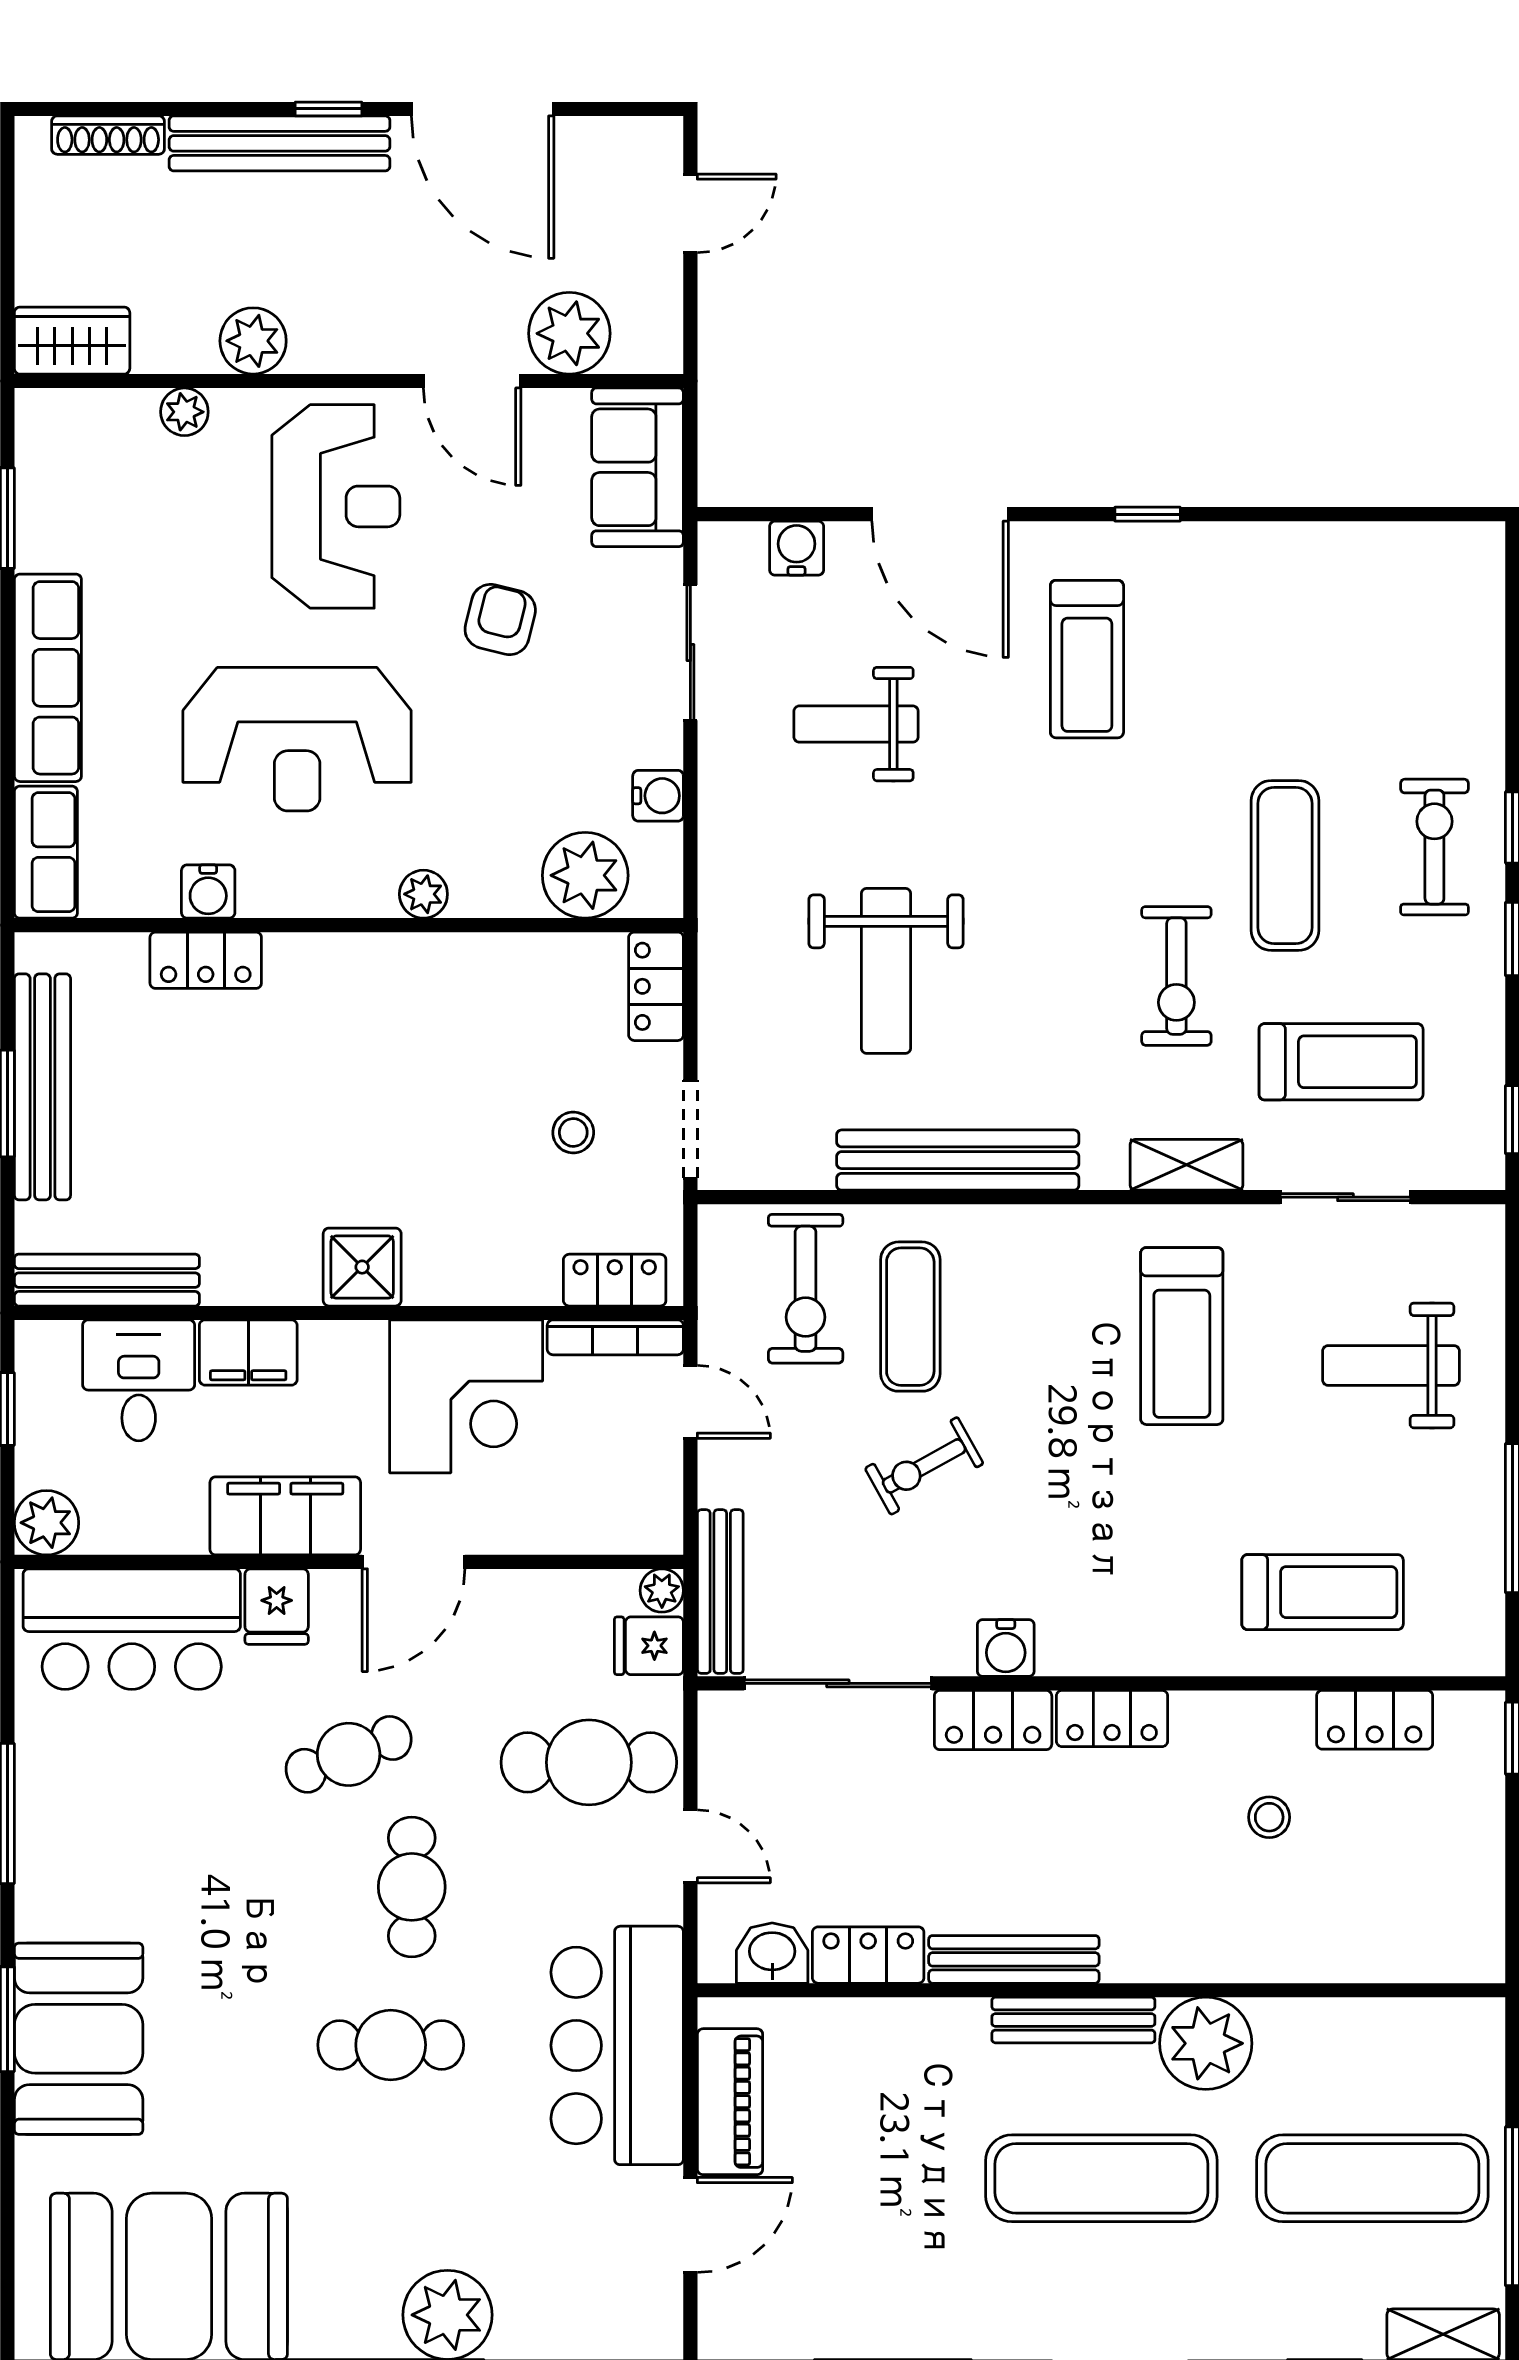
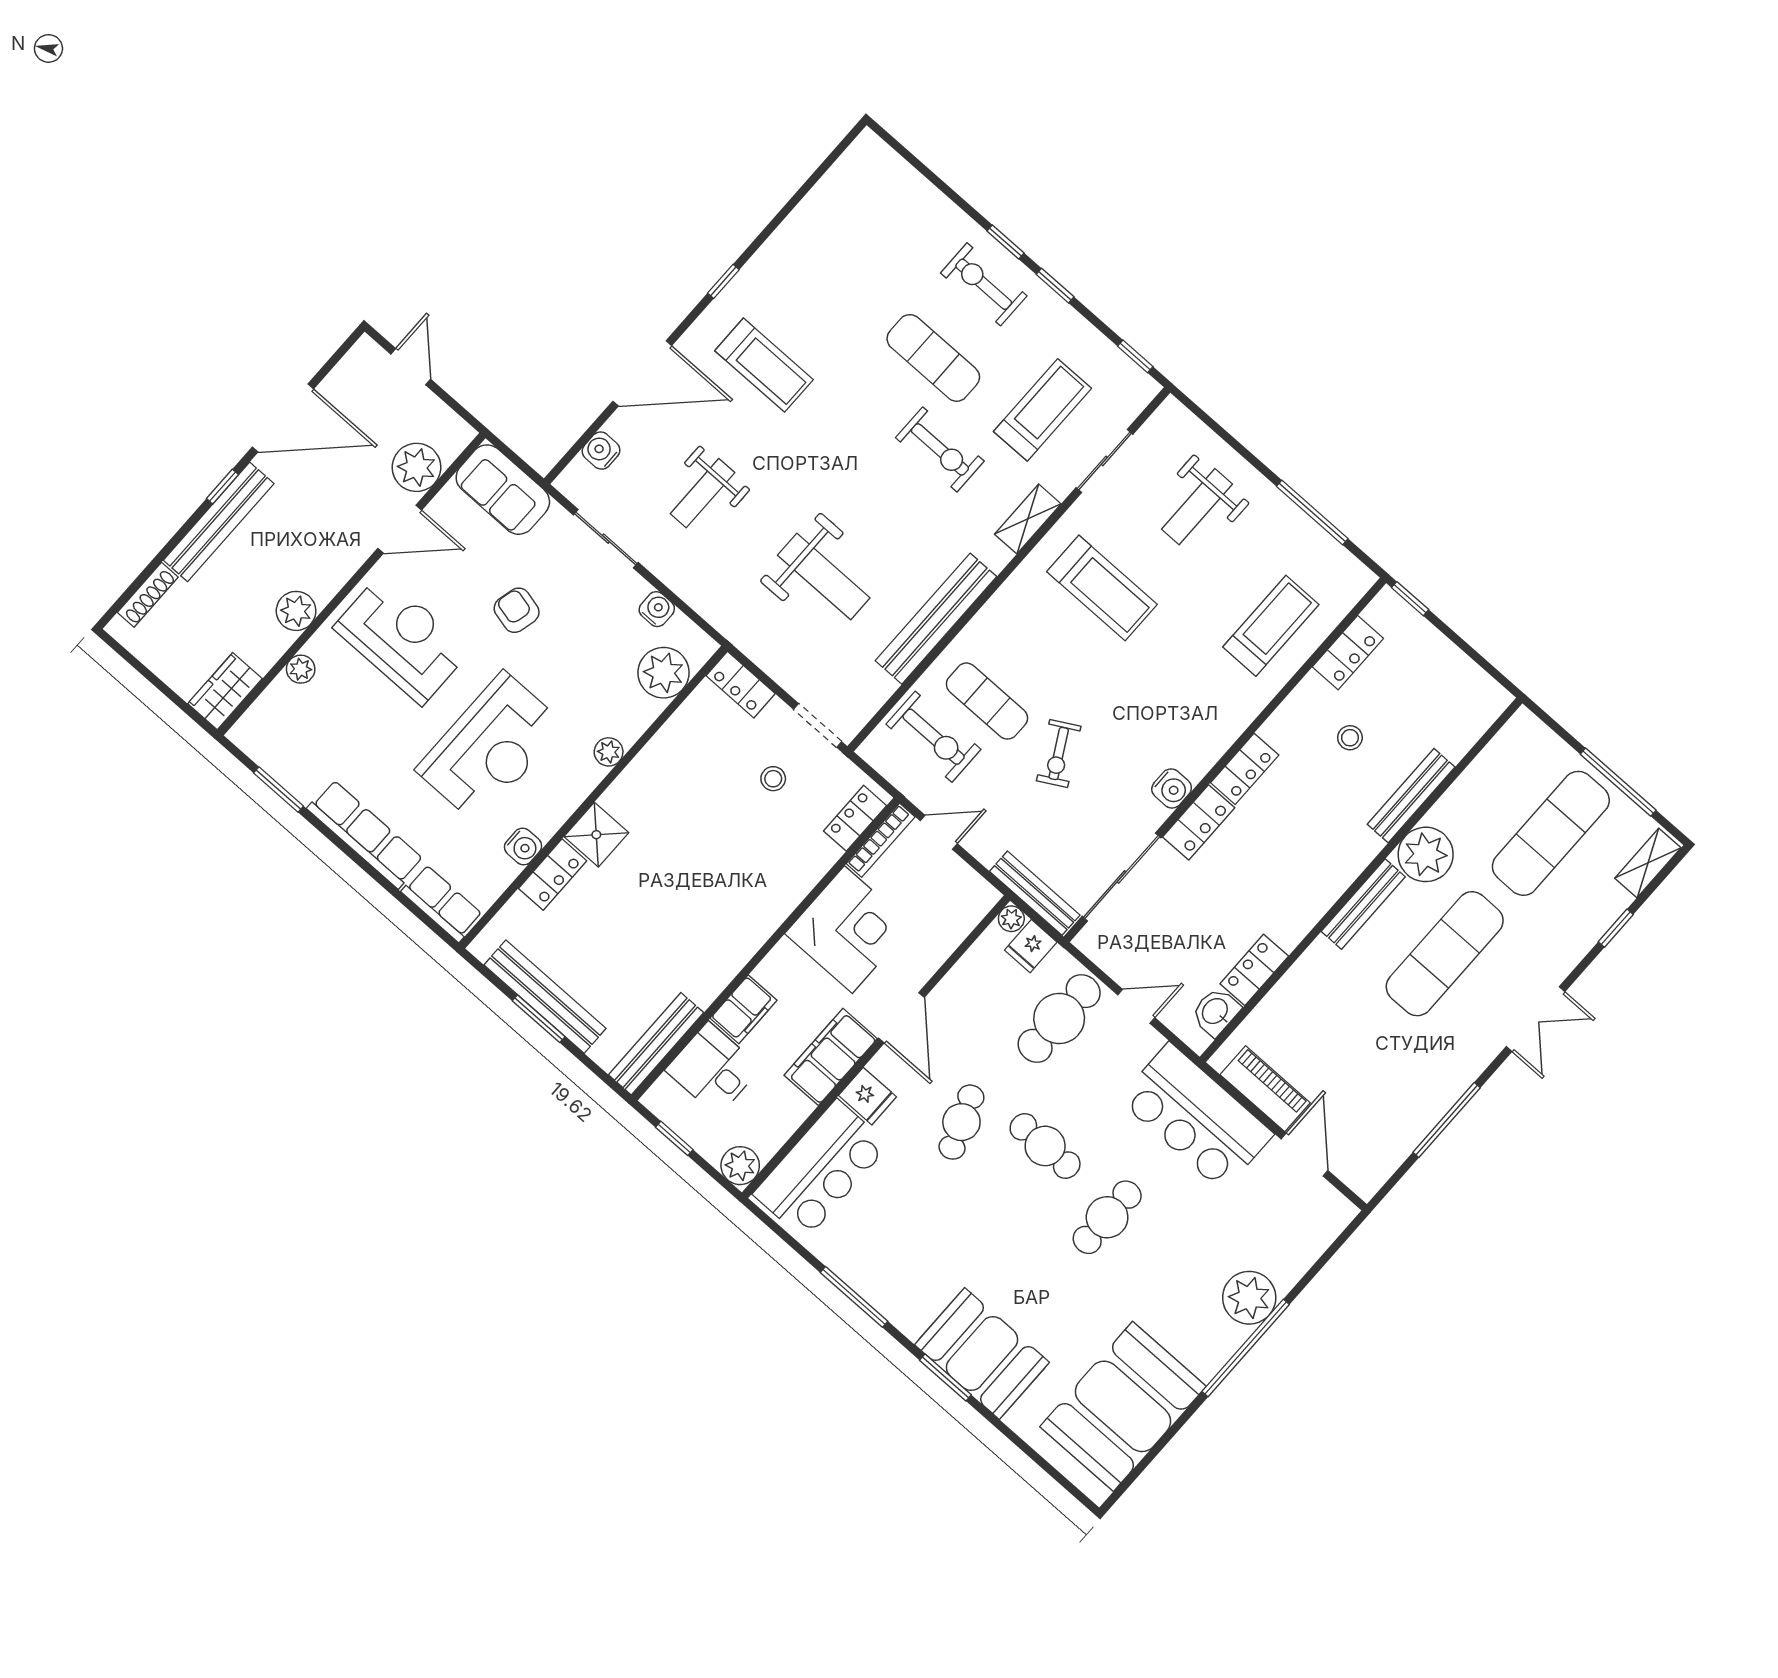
shower: (362, 1267) -> (596, 835), moved
bench: (1014, 1959) -> (1411, 796), moved

